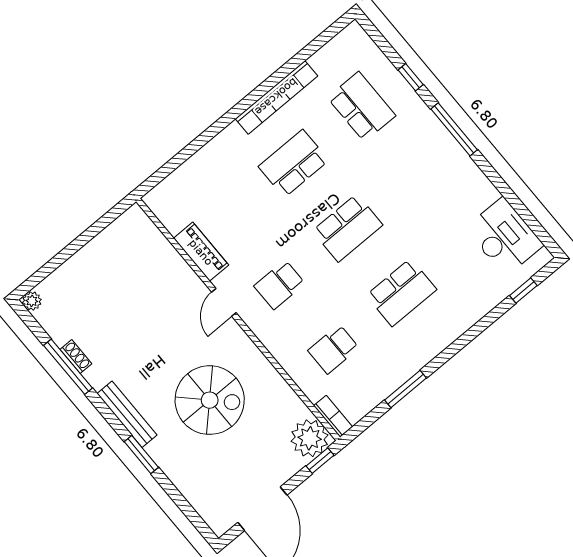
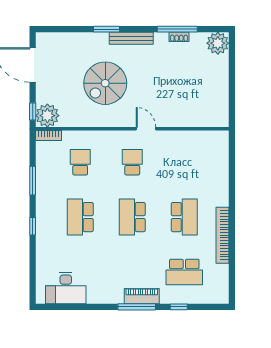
piano: (201, 252) -> (142, 296), moved, turned 180
window: (523, 291) -> (33, 226), moved
plant: (32, 301) -> (218, 43), width x1.87, depth x1.87

